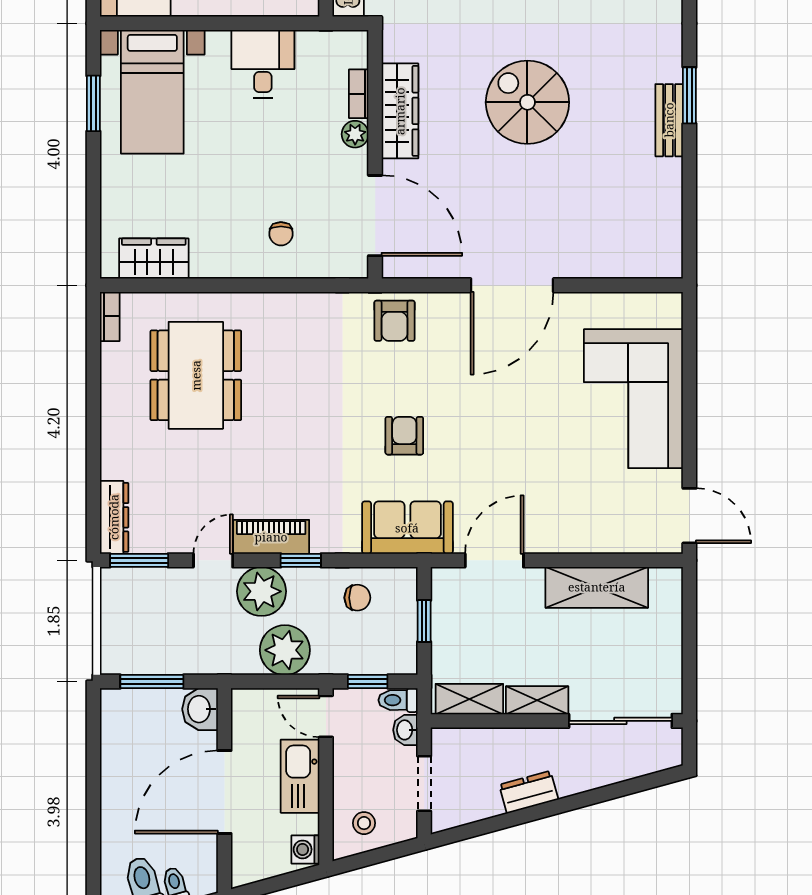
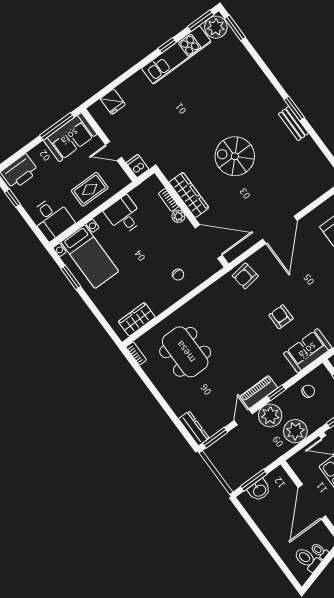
armchair: (395, 321) -> (245, 276), turned 82
washbasin: (200, 709) -> (259, 490), moved, turned -90

